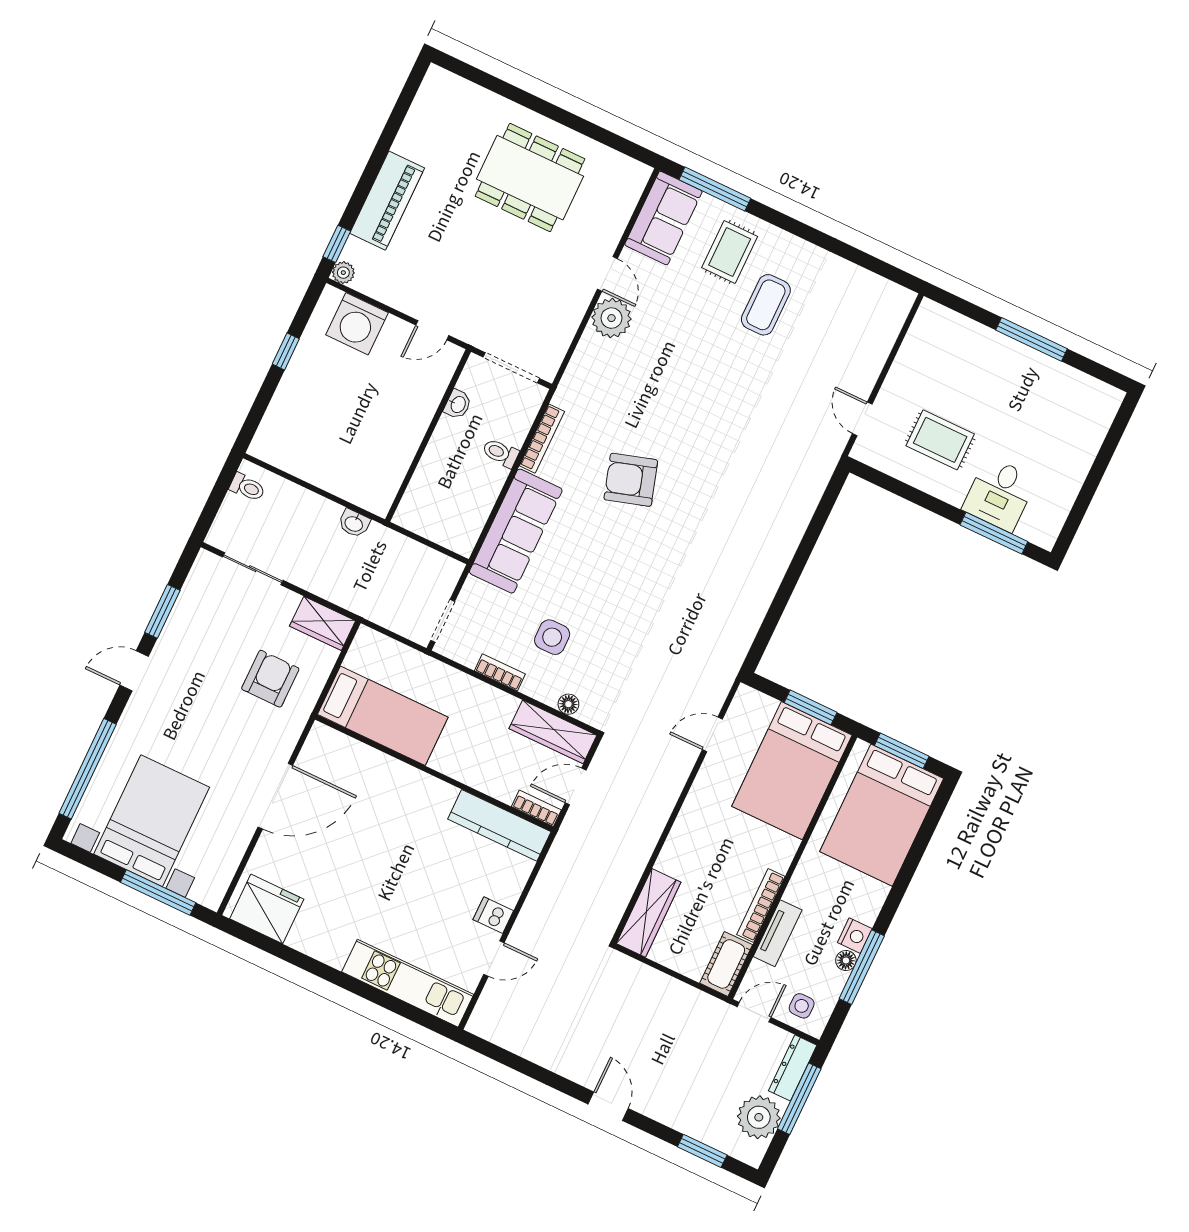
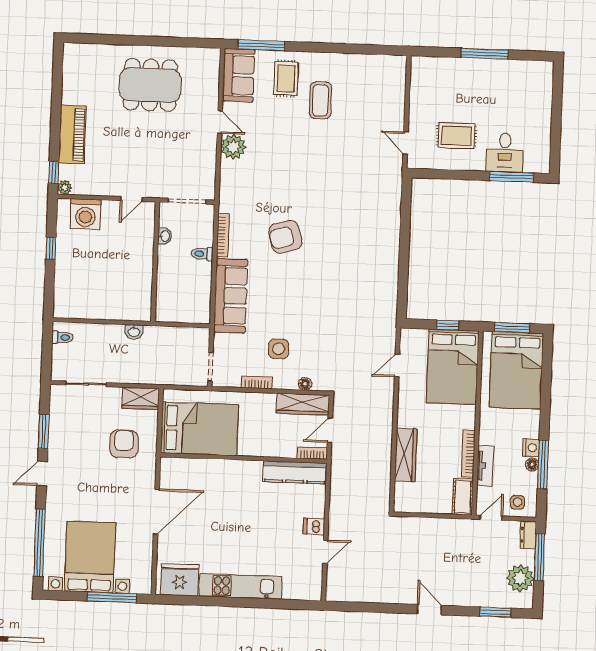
window: (811, 707) -> (448, 325), width x0.67
bed: (383, 716) -> (199, 429), width x1.50
wardrobe: (649, 913) -> (406, 455), moved
kitchen unit: (408, 983) -> (241, 586), moved
dresser: (793, 1068) -> (528, 535), width x0.70

